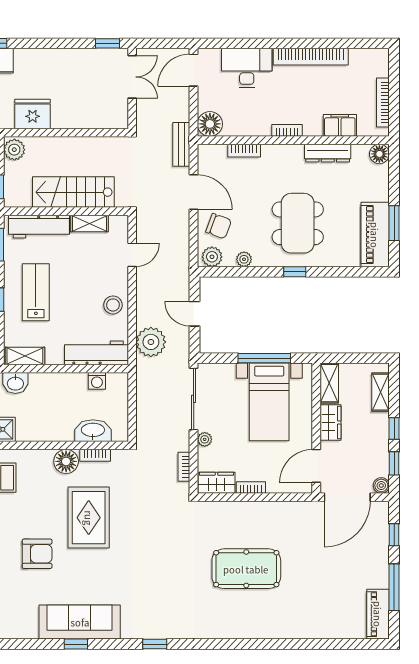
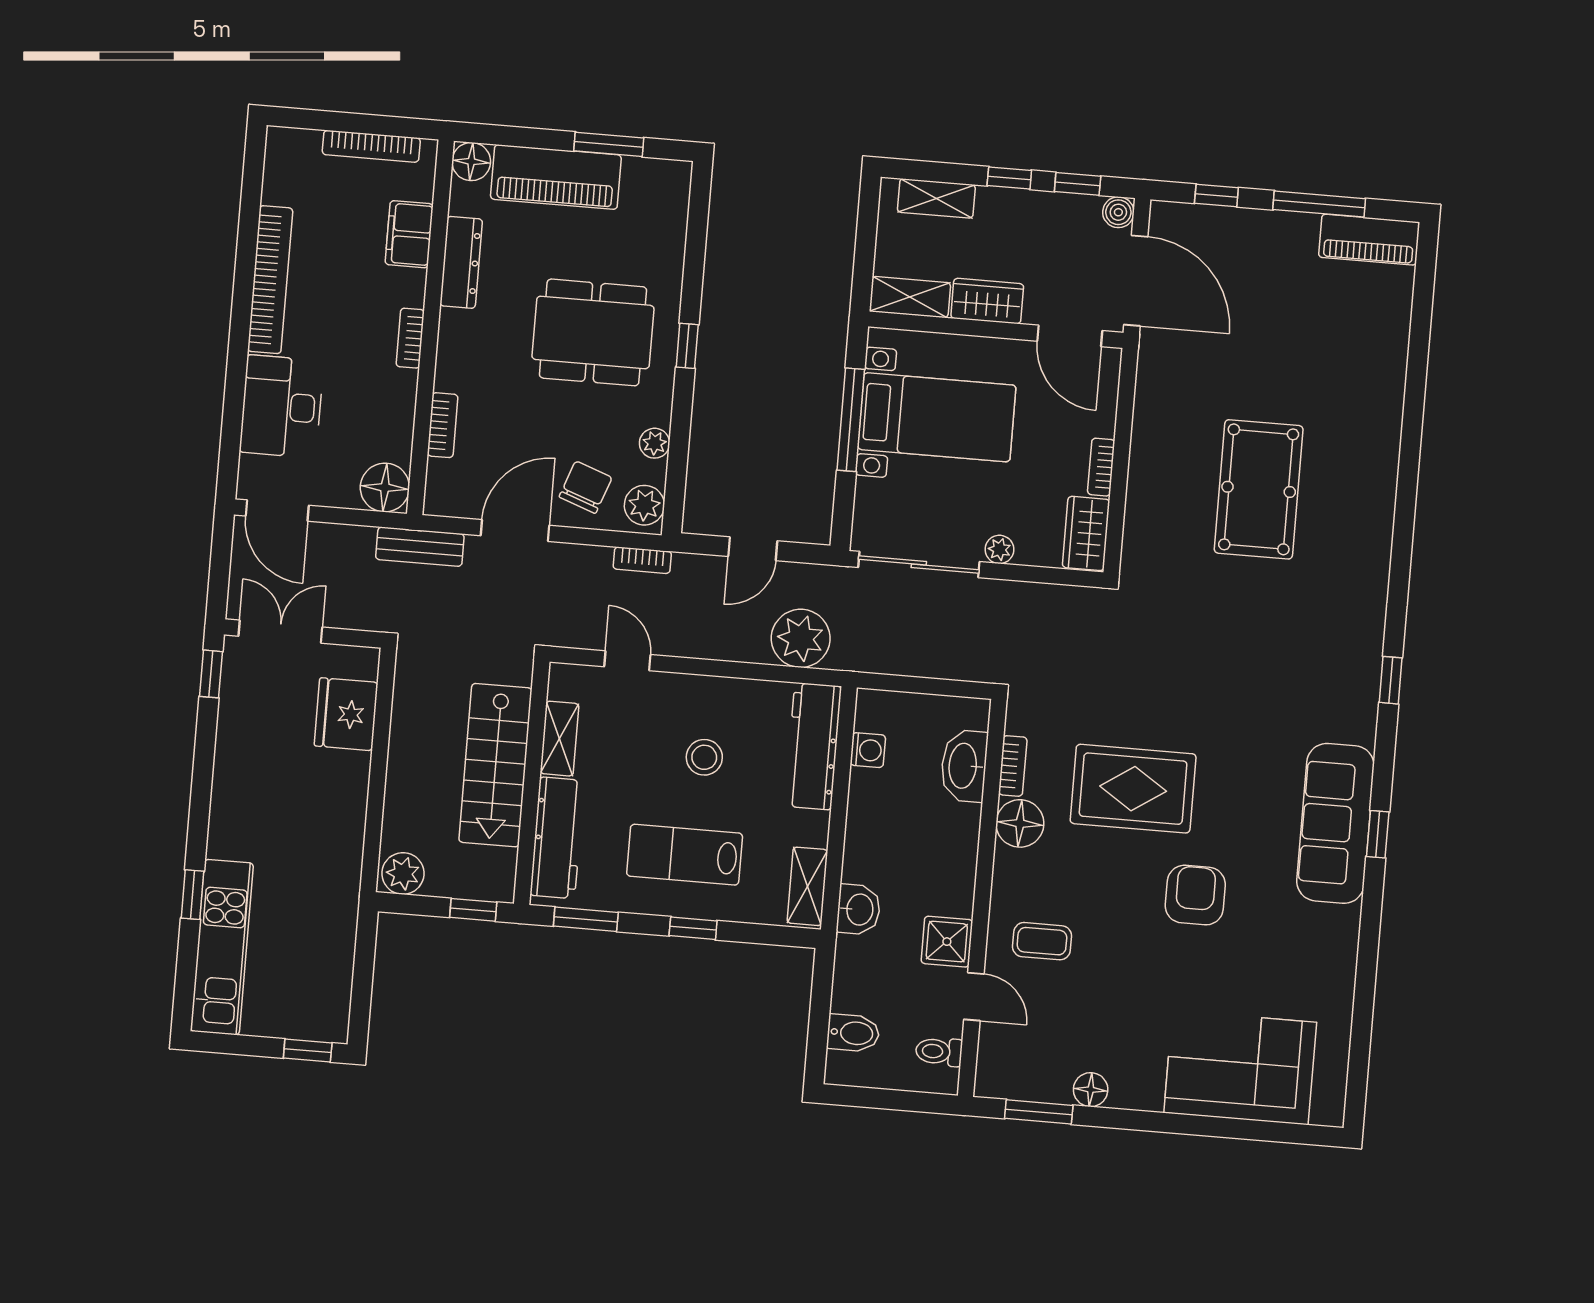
fridge: (33, 114) -> (346, 714), moved
piano: (375, 235) -> (556, 177), moved
stool: (113, 305) -> (704, 757), moved
bookcase: (184, 467) -> (642, 560), moved

